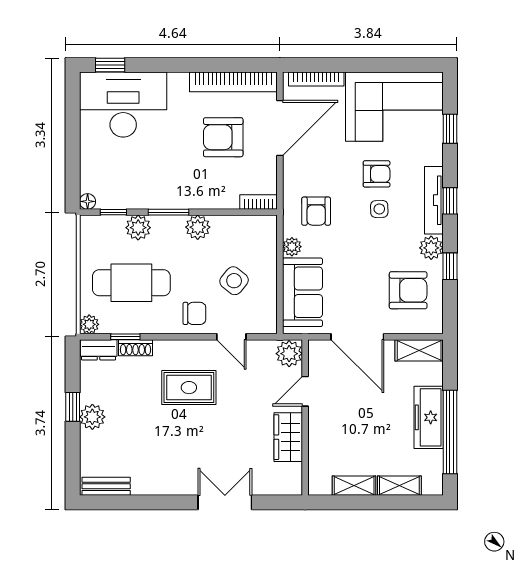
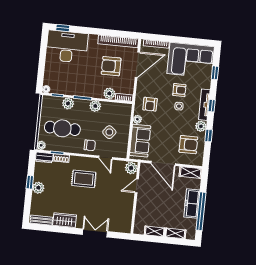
plant: (225, 197) -> (109, 93), added
wardrobe: (288, 437) -> (65, 220), moved, turned 90

